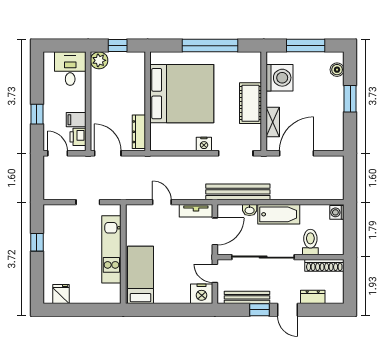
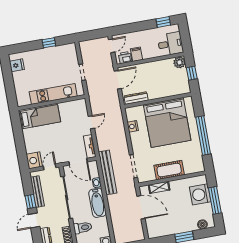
washing machine: (279, 78) -> (200, 194), moved, turned 90
window: (37, 114) -> (163, 22), moved
nightstand: (204, 144) -> (133, 126), moved

